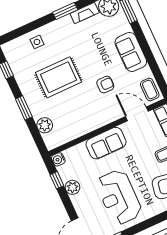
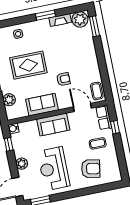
sofa: (131, 52) -> (42, 105), moved, turned 90
plant: (72, 187) -> (22, 164), moved

